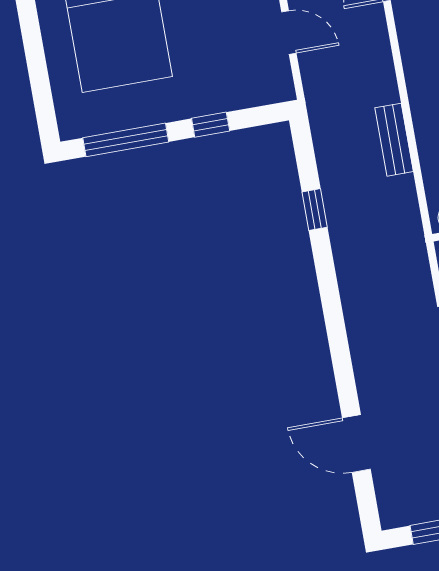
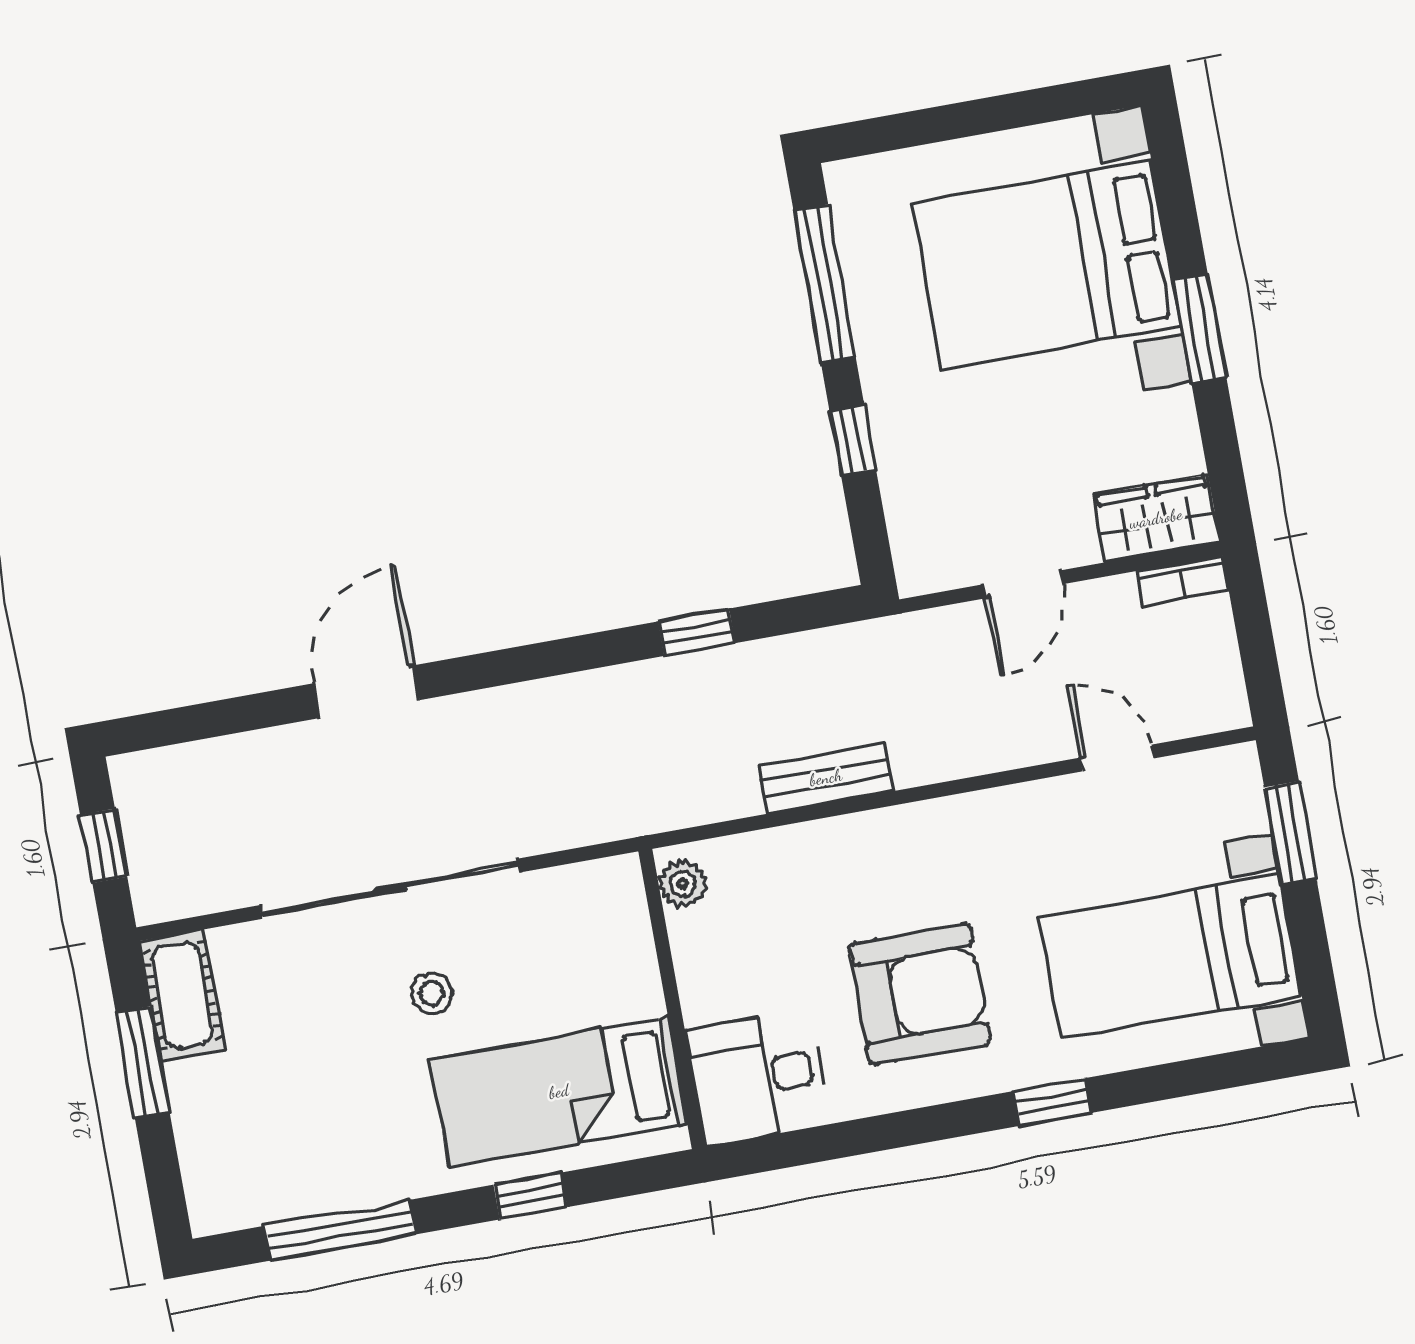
door: (356, 444) -> (366, 692), moved

